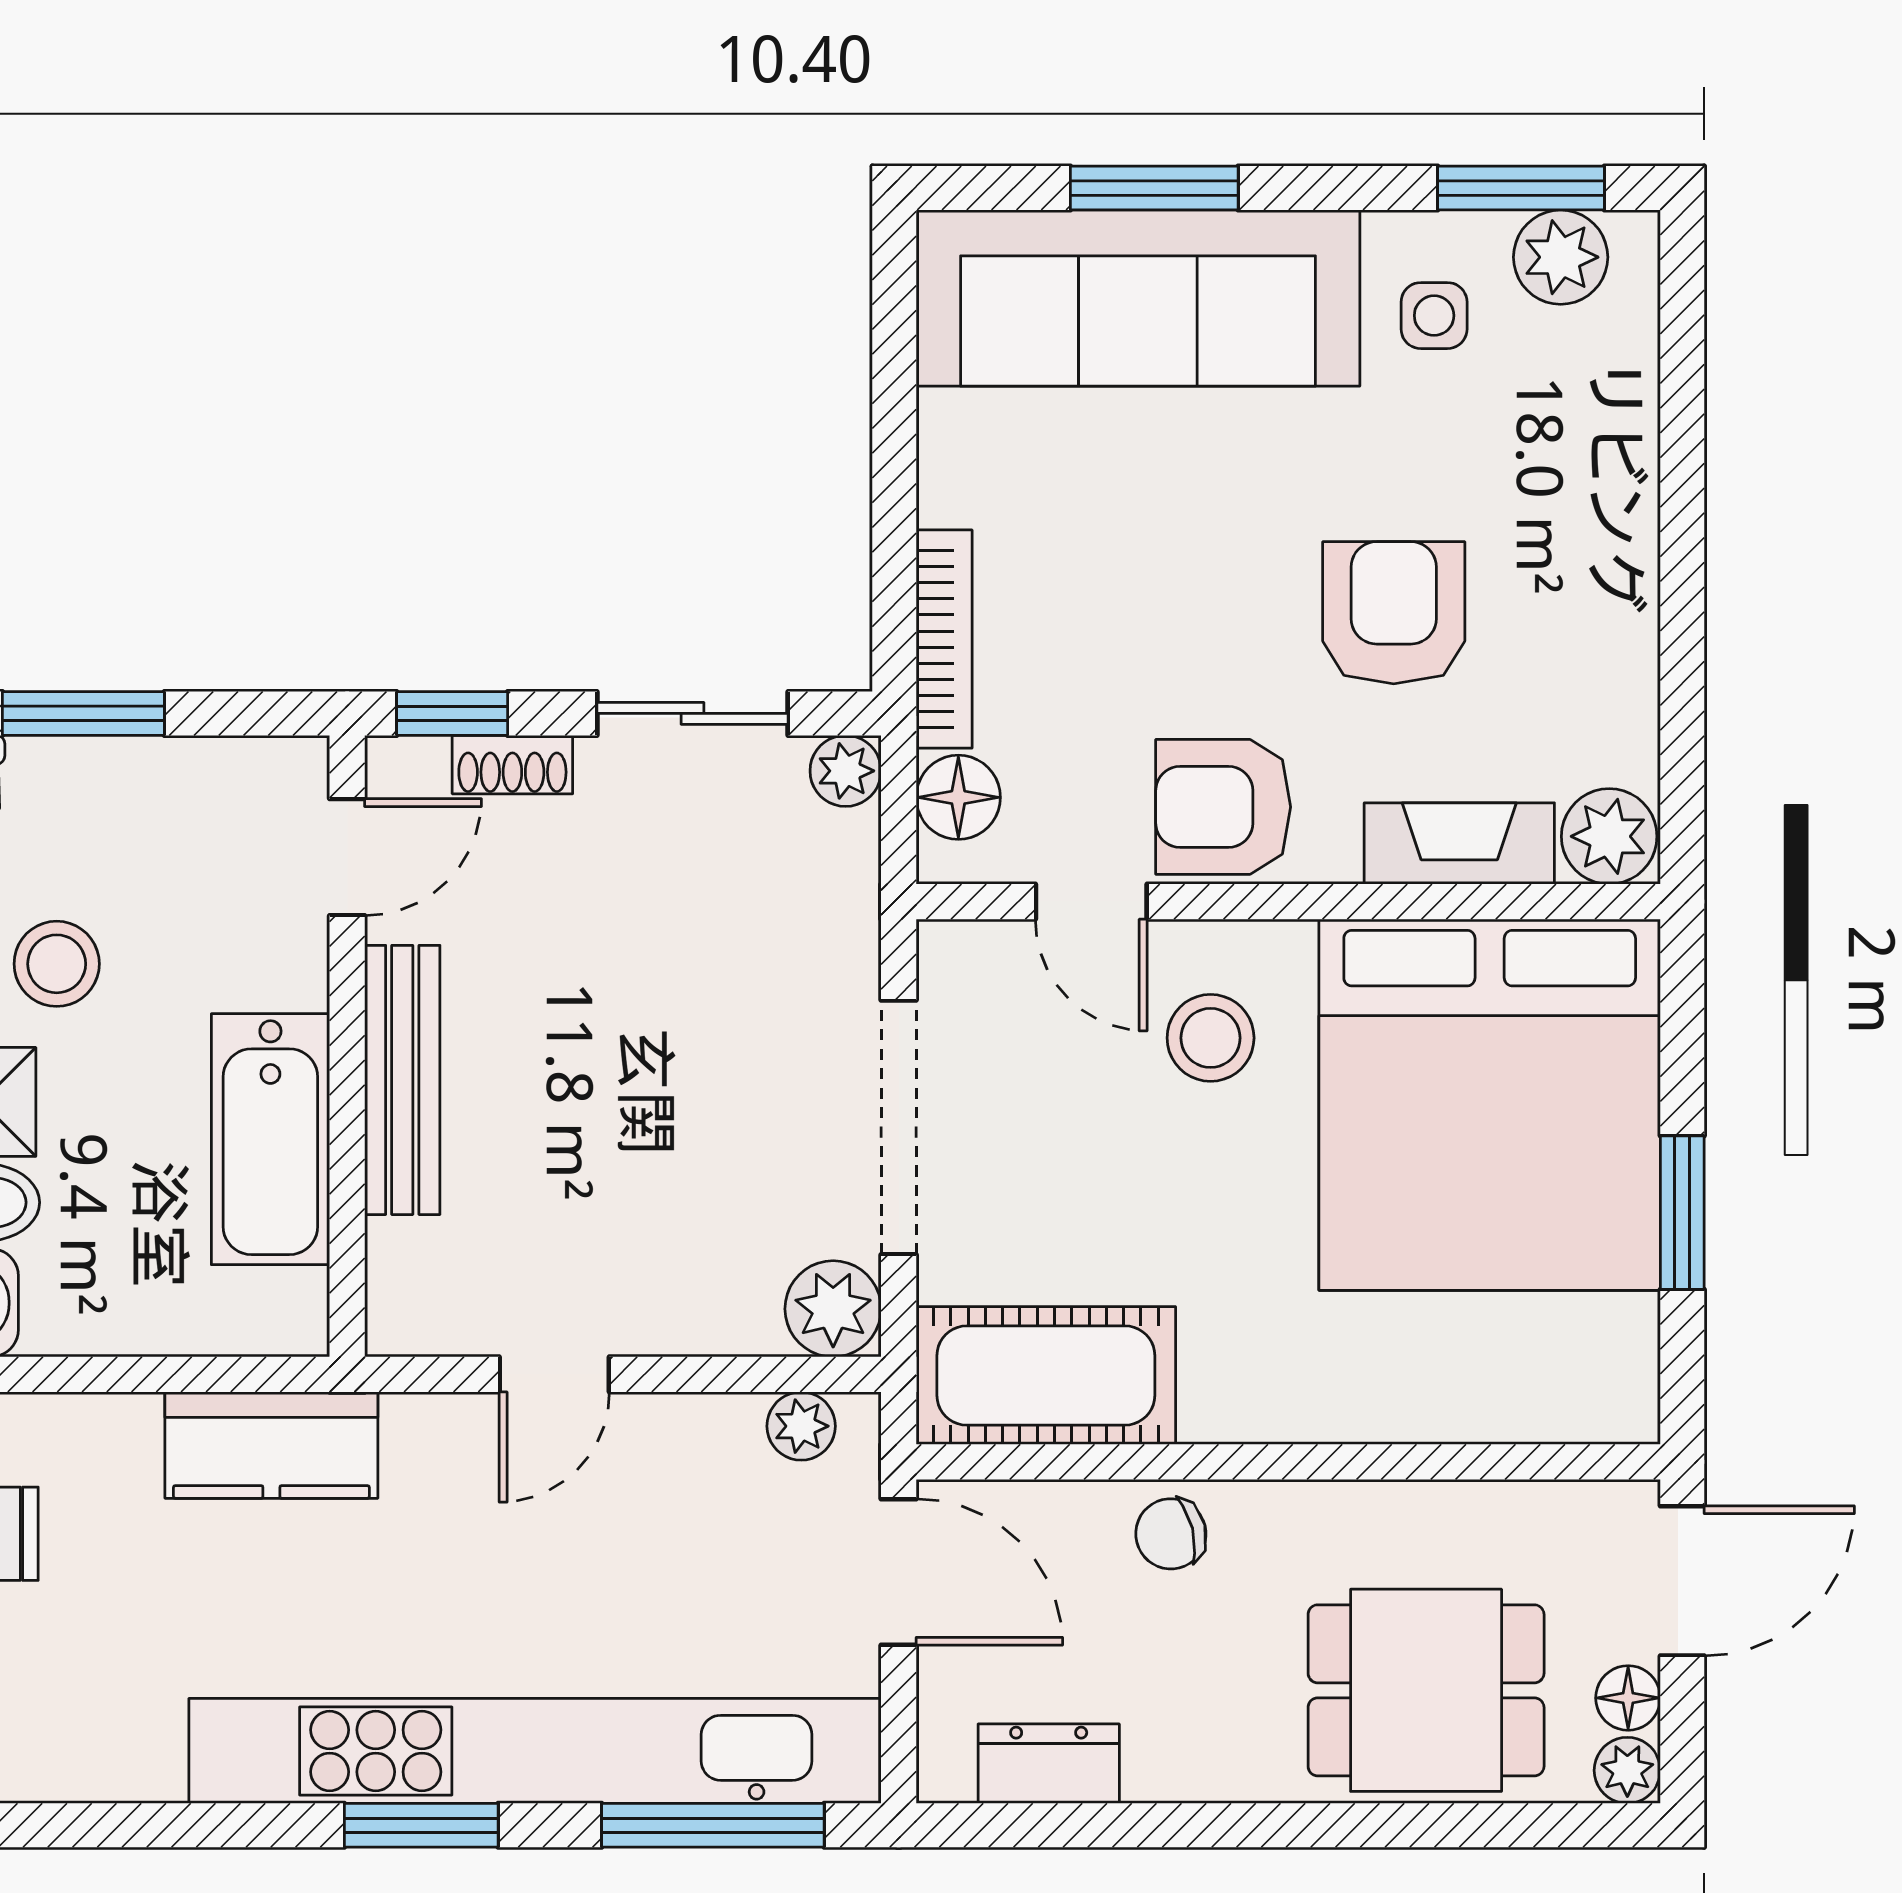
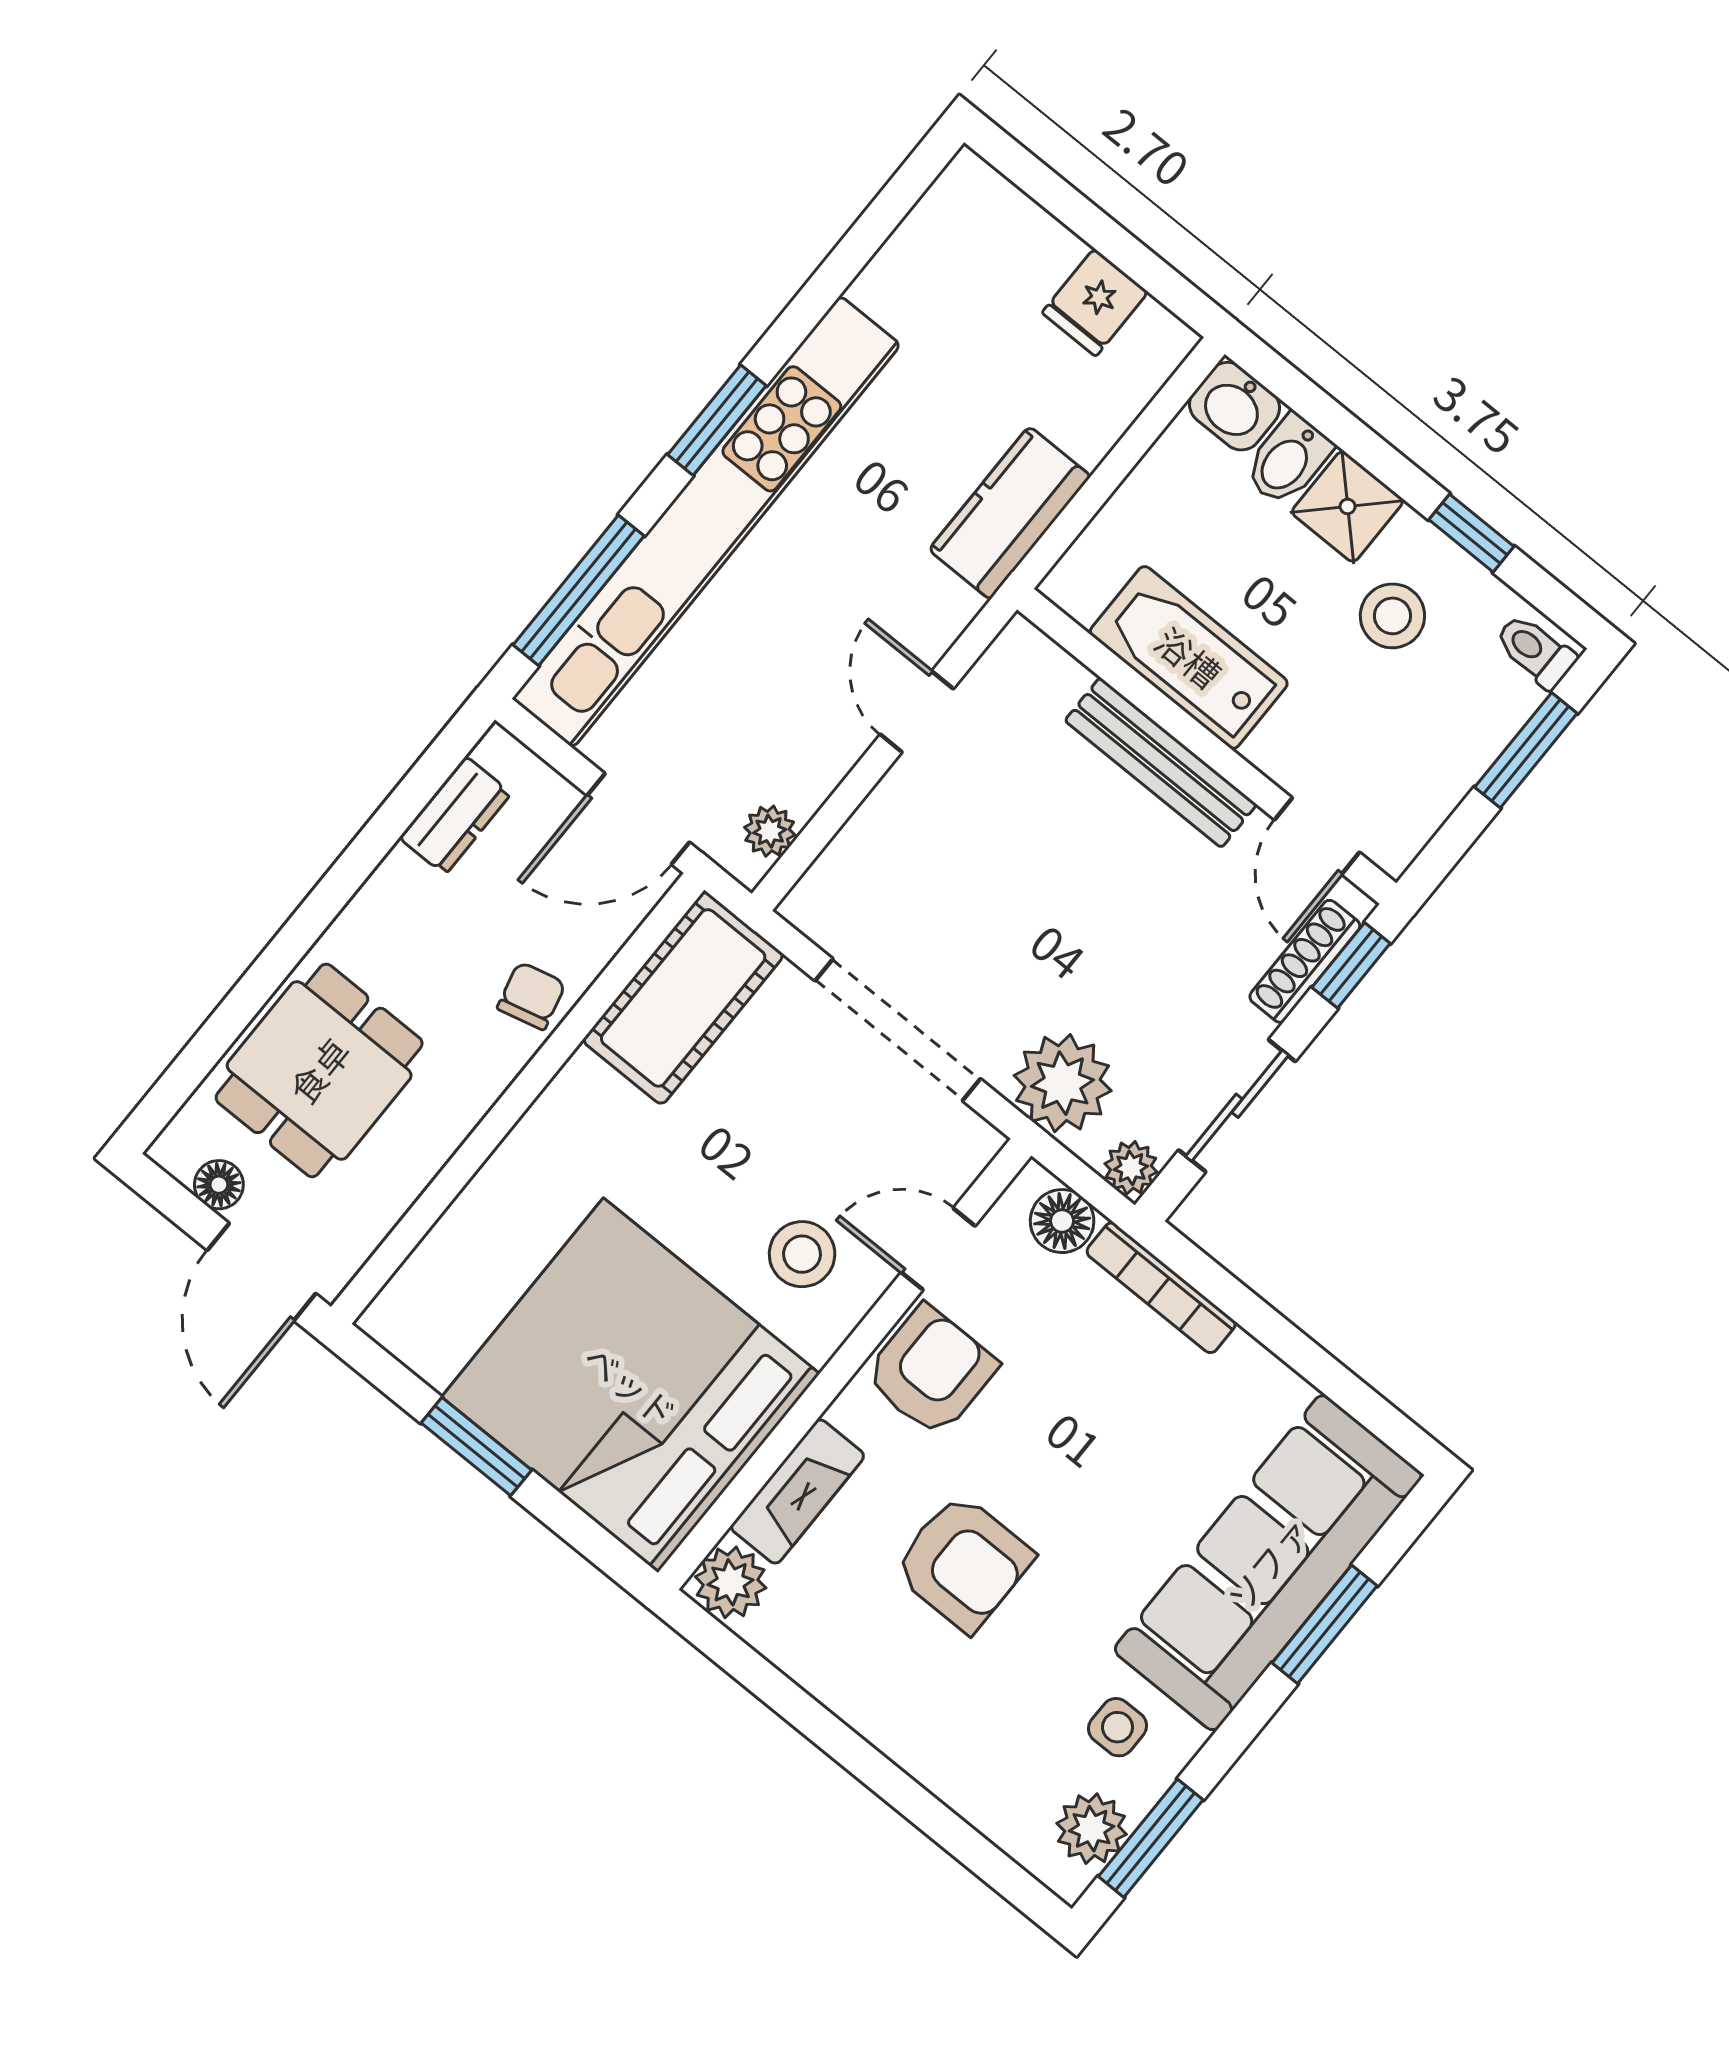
shoe rack: (512, 765) -> (1305, 961), width x1.43
plant: (833, 1309) -> (1063, 1083), moved, width x1.36, depth x1.36
plant: (1627, 1770) -> (177, 1150), removed

